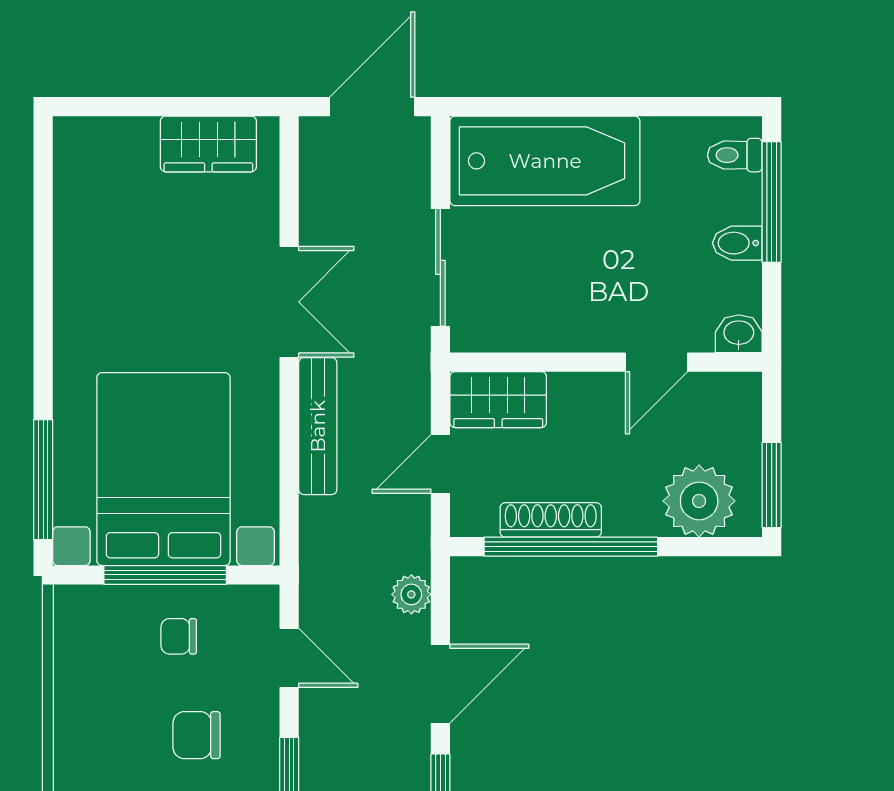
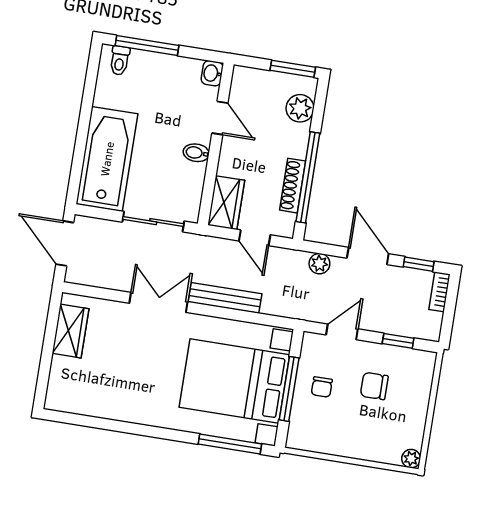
bidet: (737, 243) -> (196, 153), moved, turned 90
plant: (699, 501) -> (300, 108), width x0.73, depth x0.73
chair: (197, 735) -> (374, 386), turned 90

